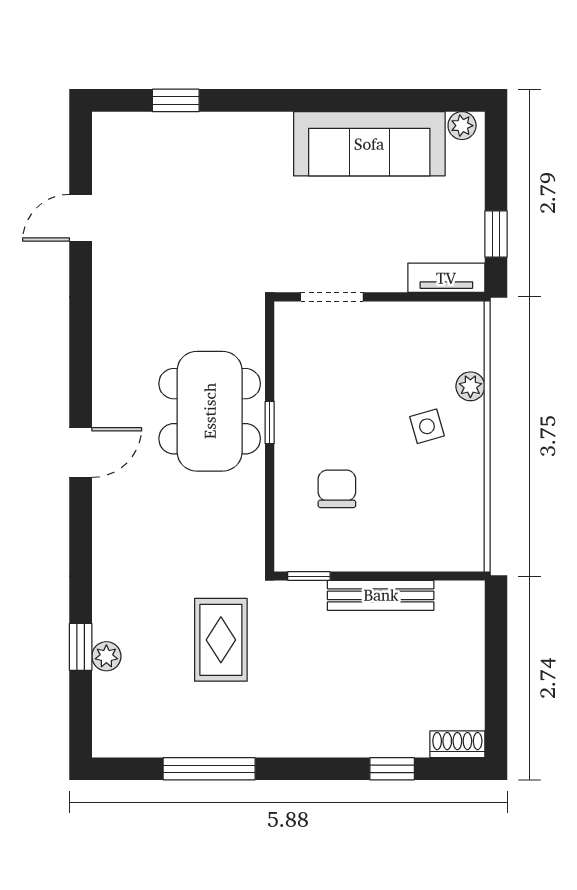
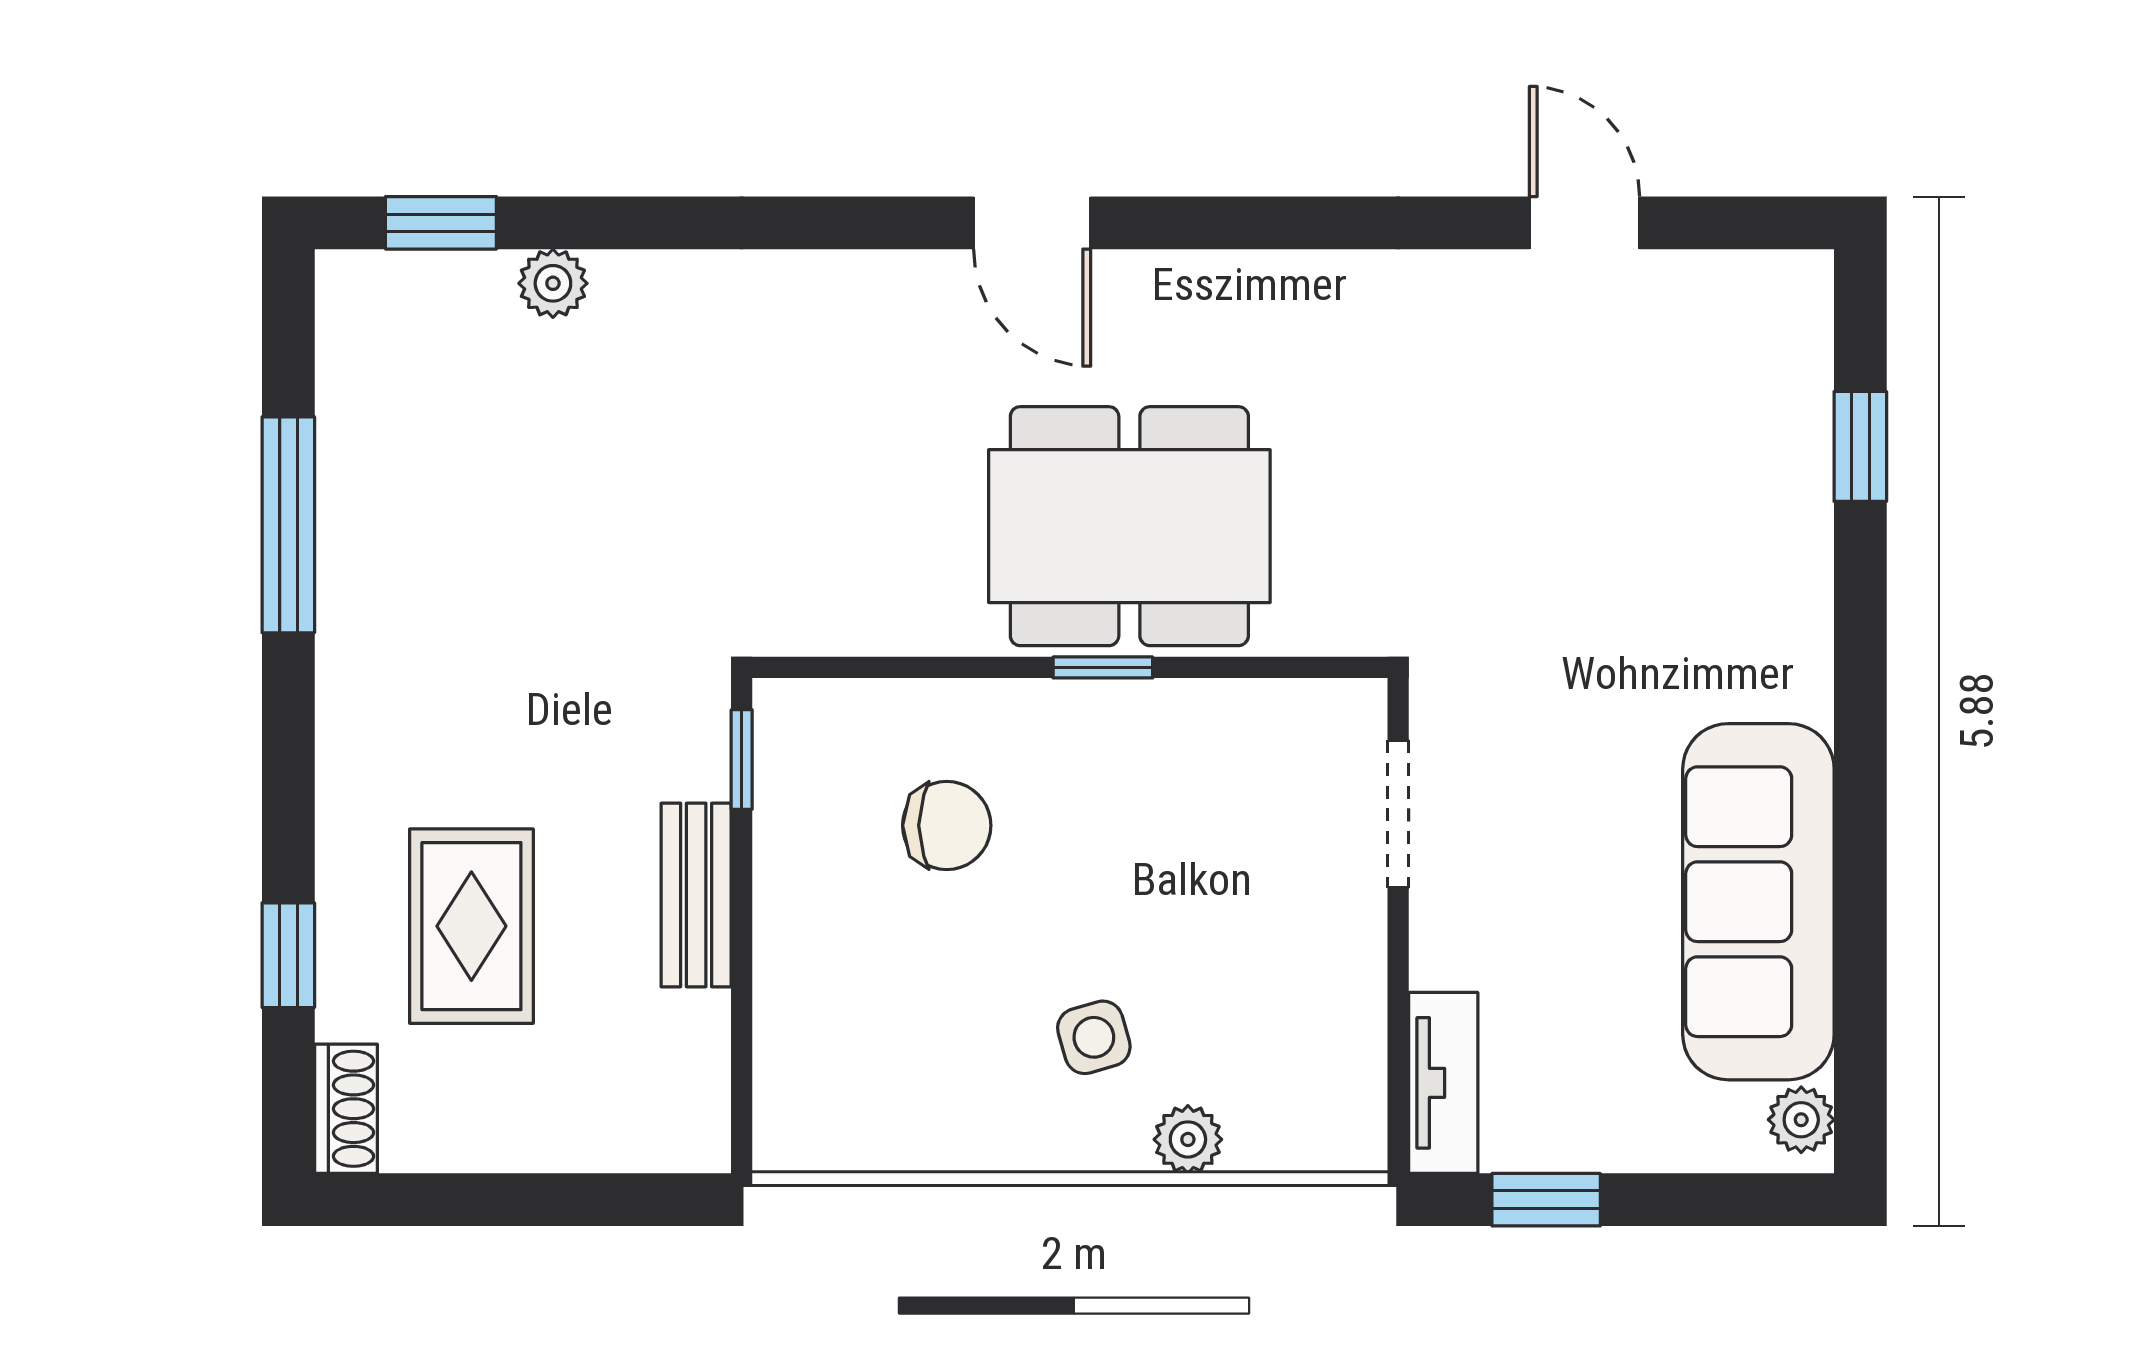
bench: (381, 595) -> (696, 895), width x0.73
rug: (221, 640) -> (471, 926), moved, turned 90
window: (81, 647) -> (441, 223), moved

